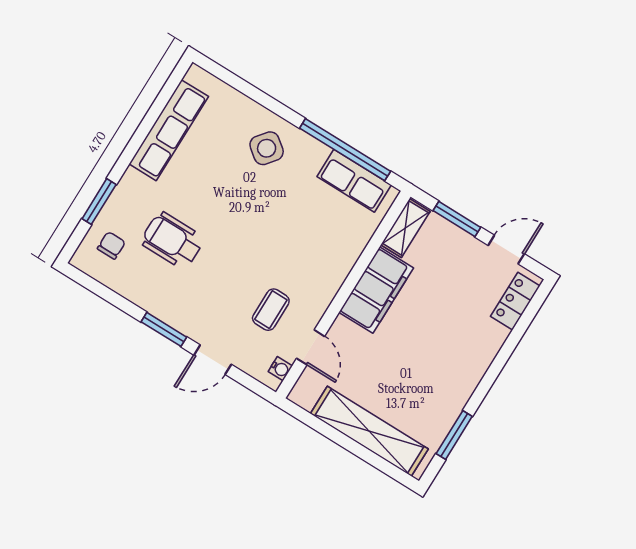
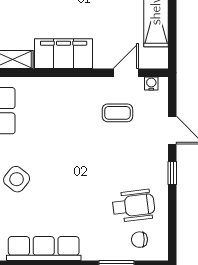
wheelchair: (172, 240) -> (133, 206), moved, turned -97
window: (164, 329) -> (172, 173), width x0.67

